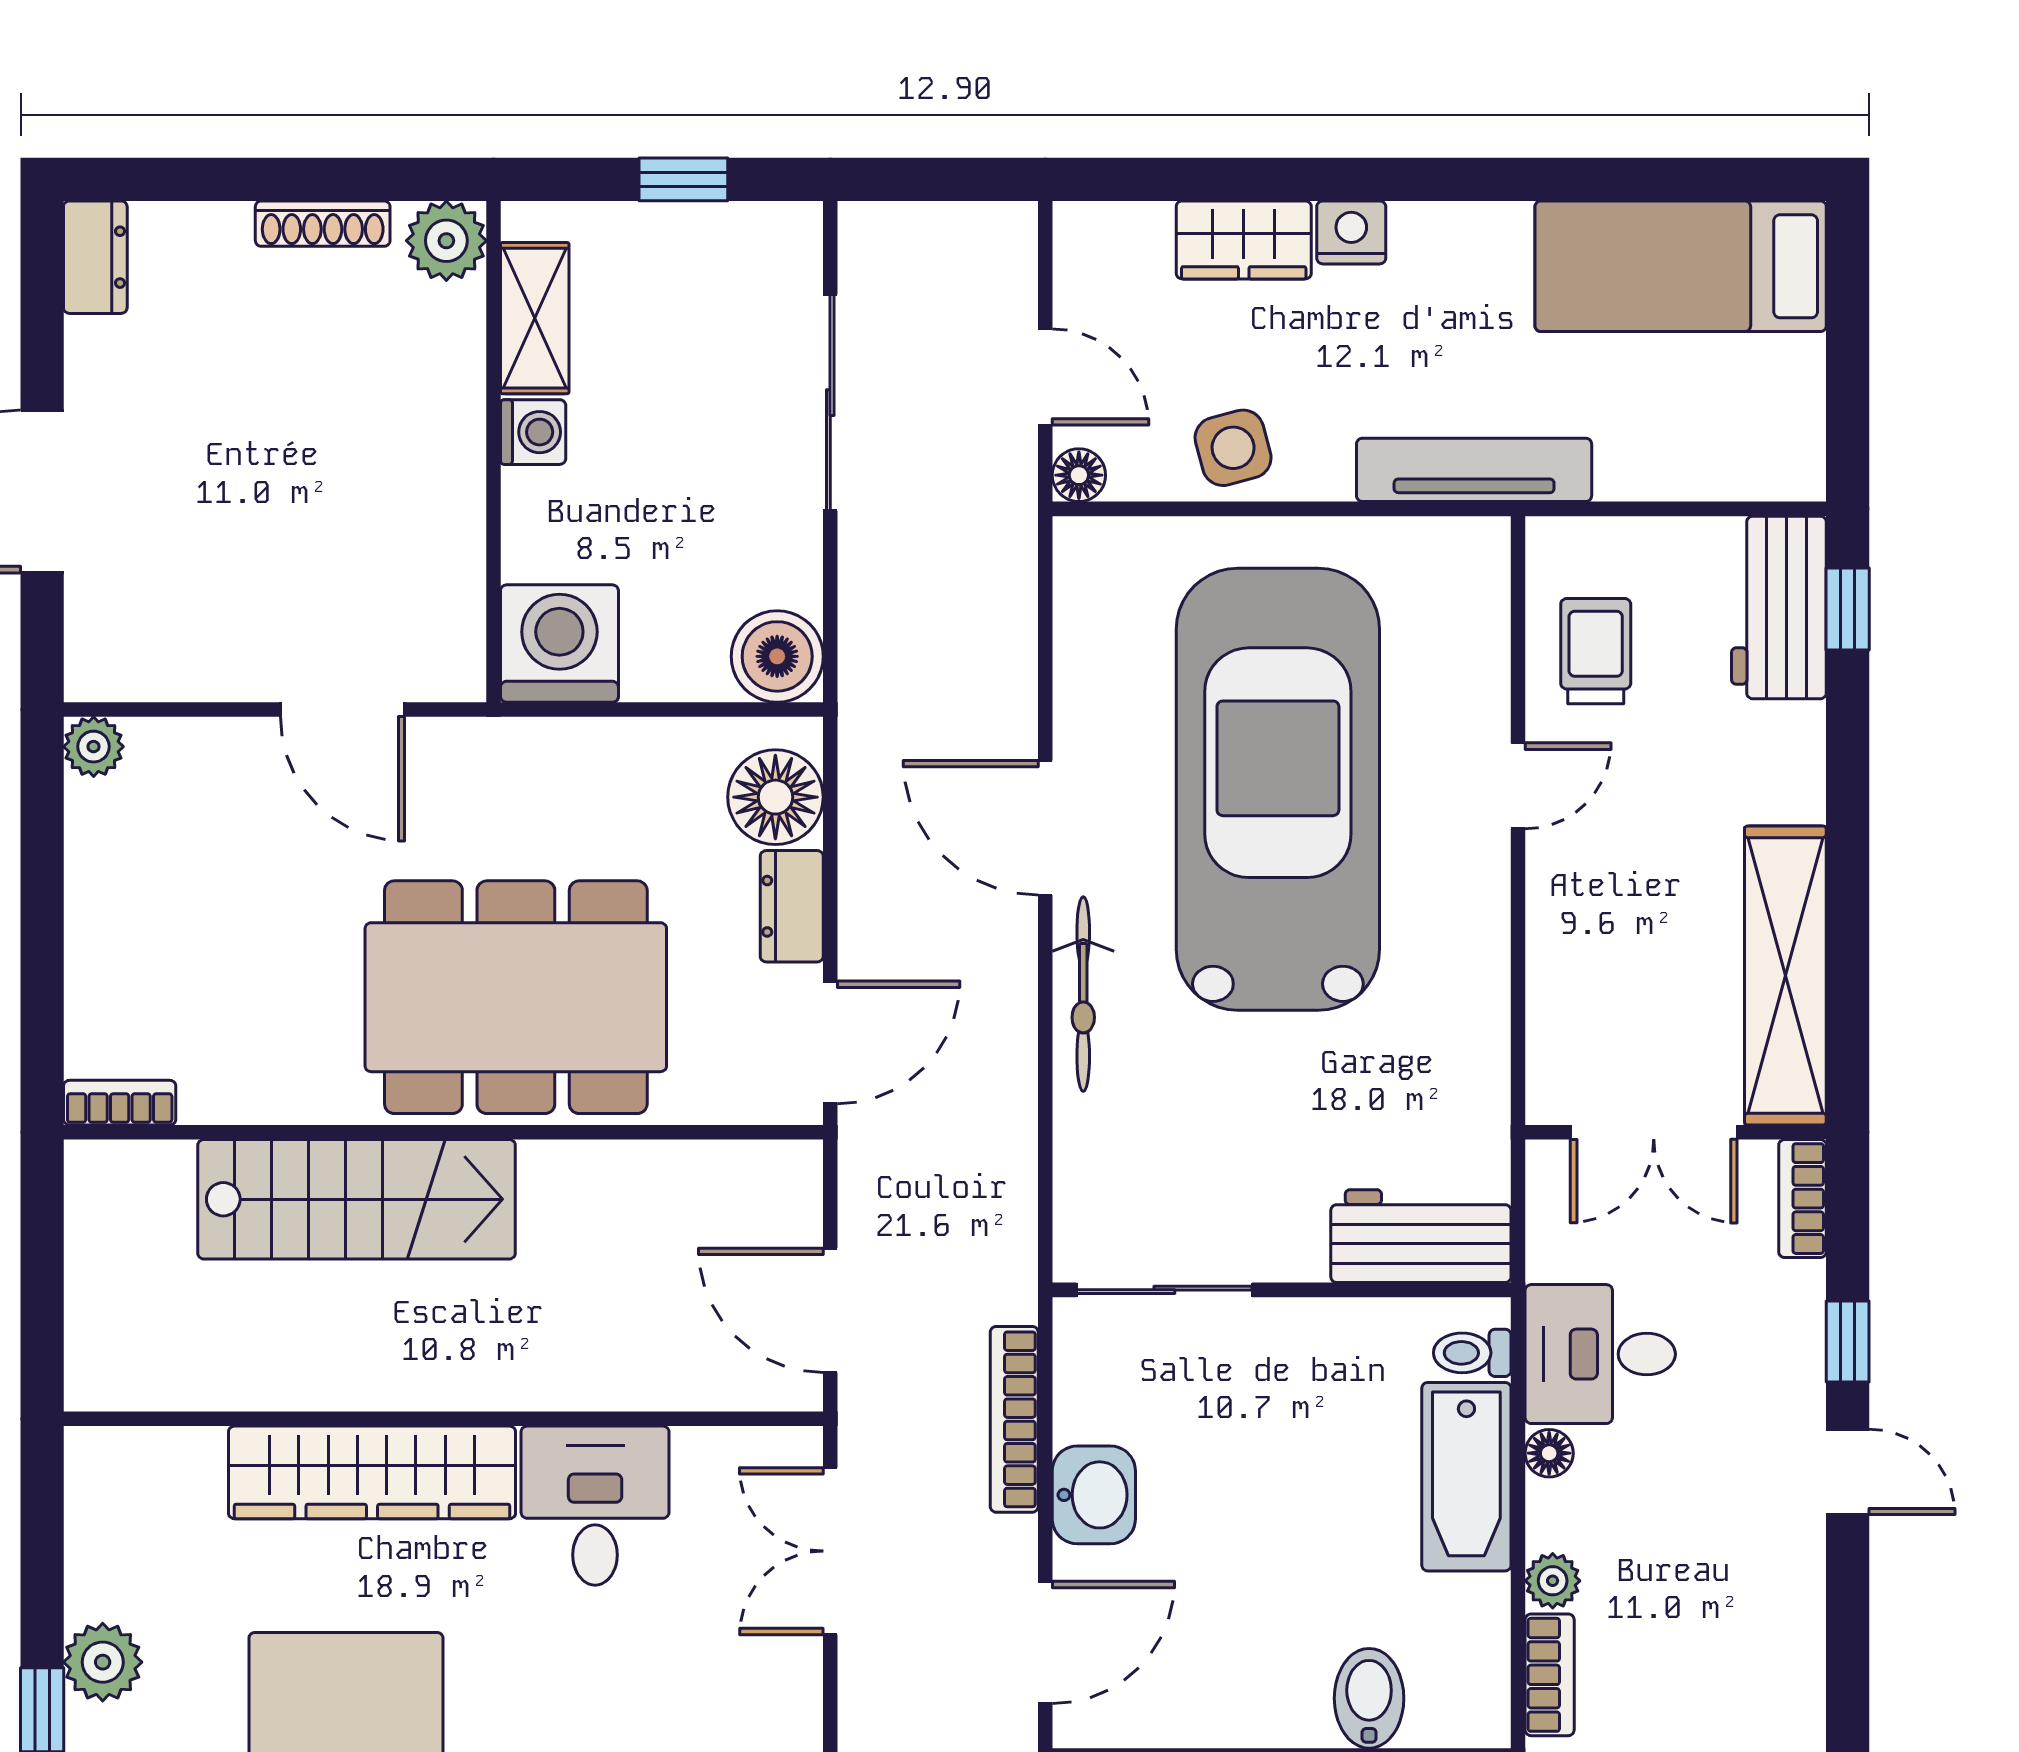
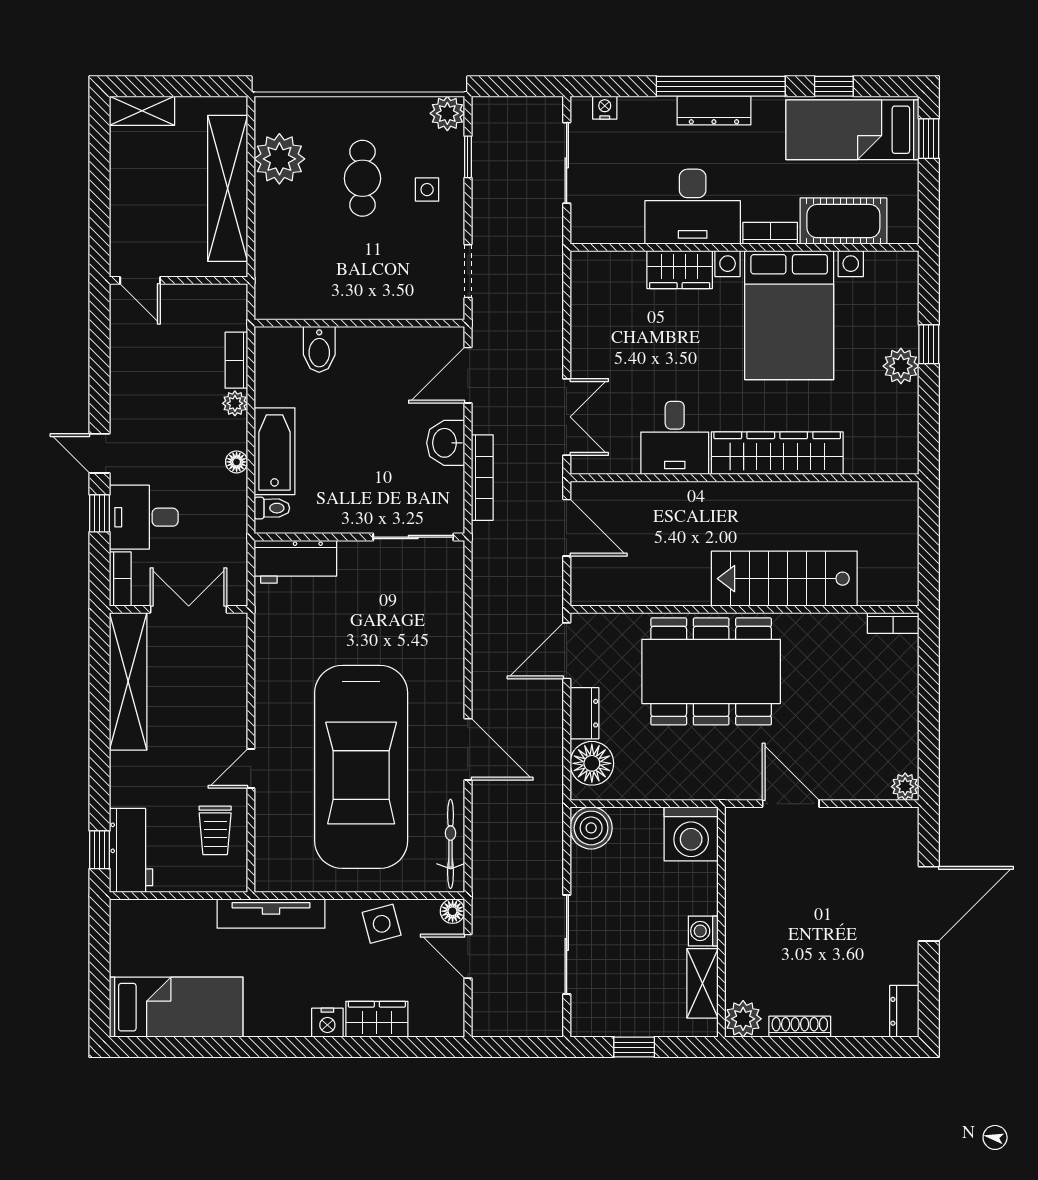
bicycle: (1083, 994) -> (451, 844), moved
desk: (1600, 1354) -> (144, 517), moved, turned 180

